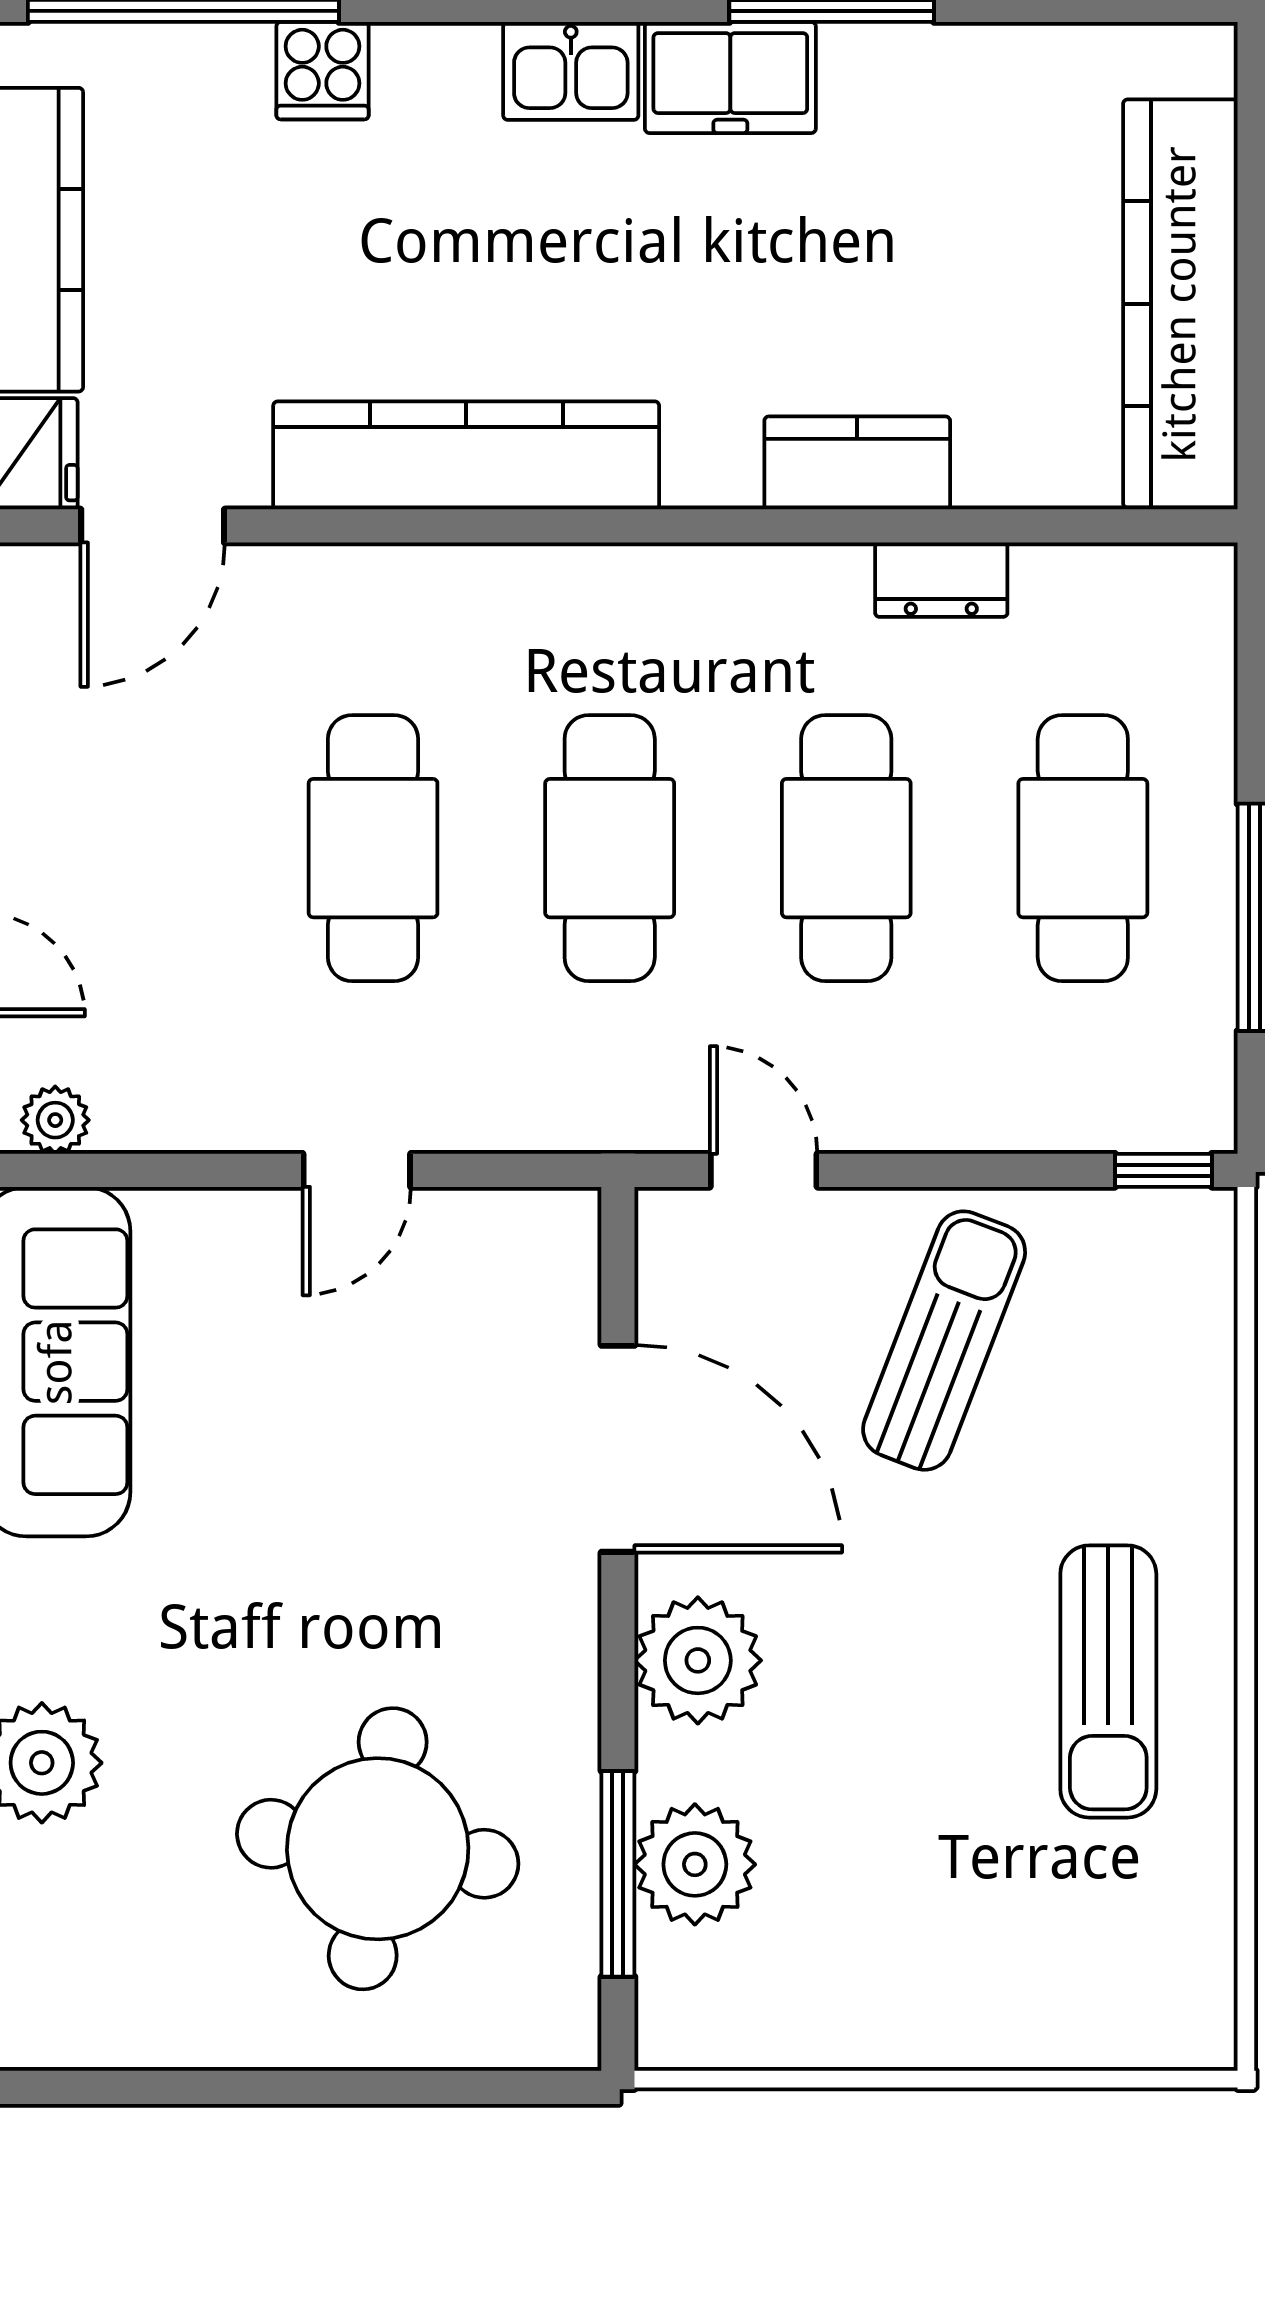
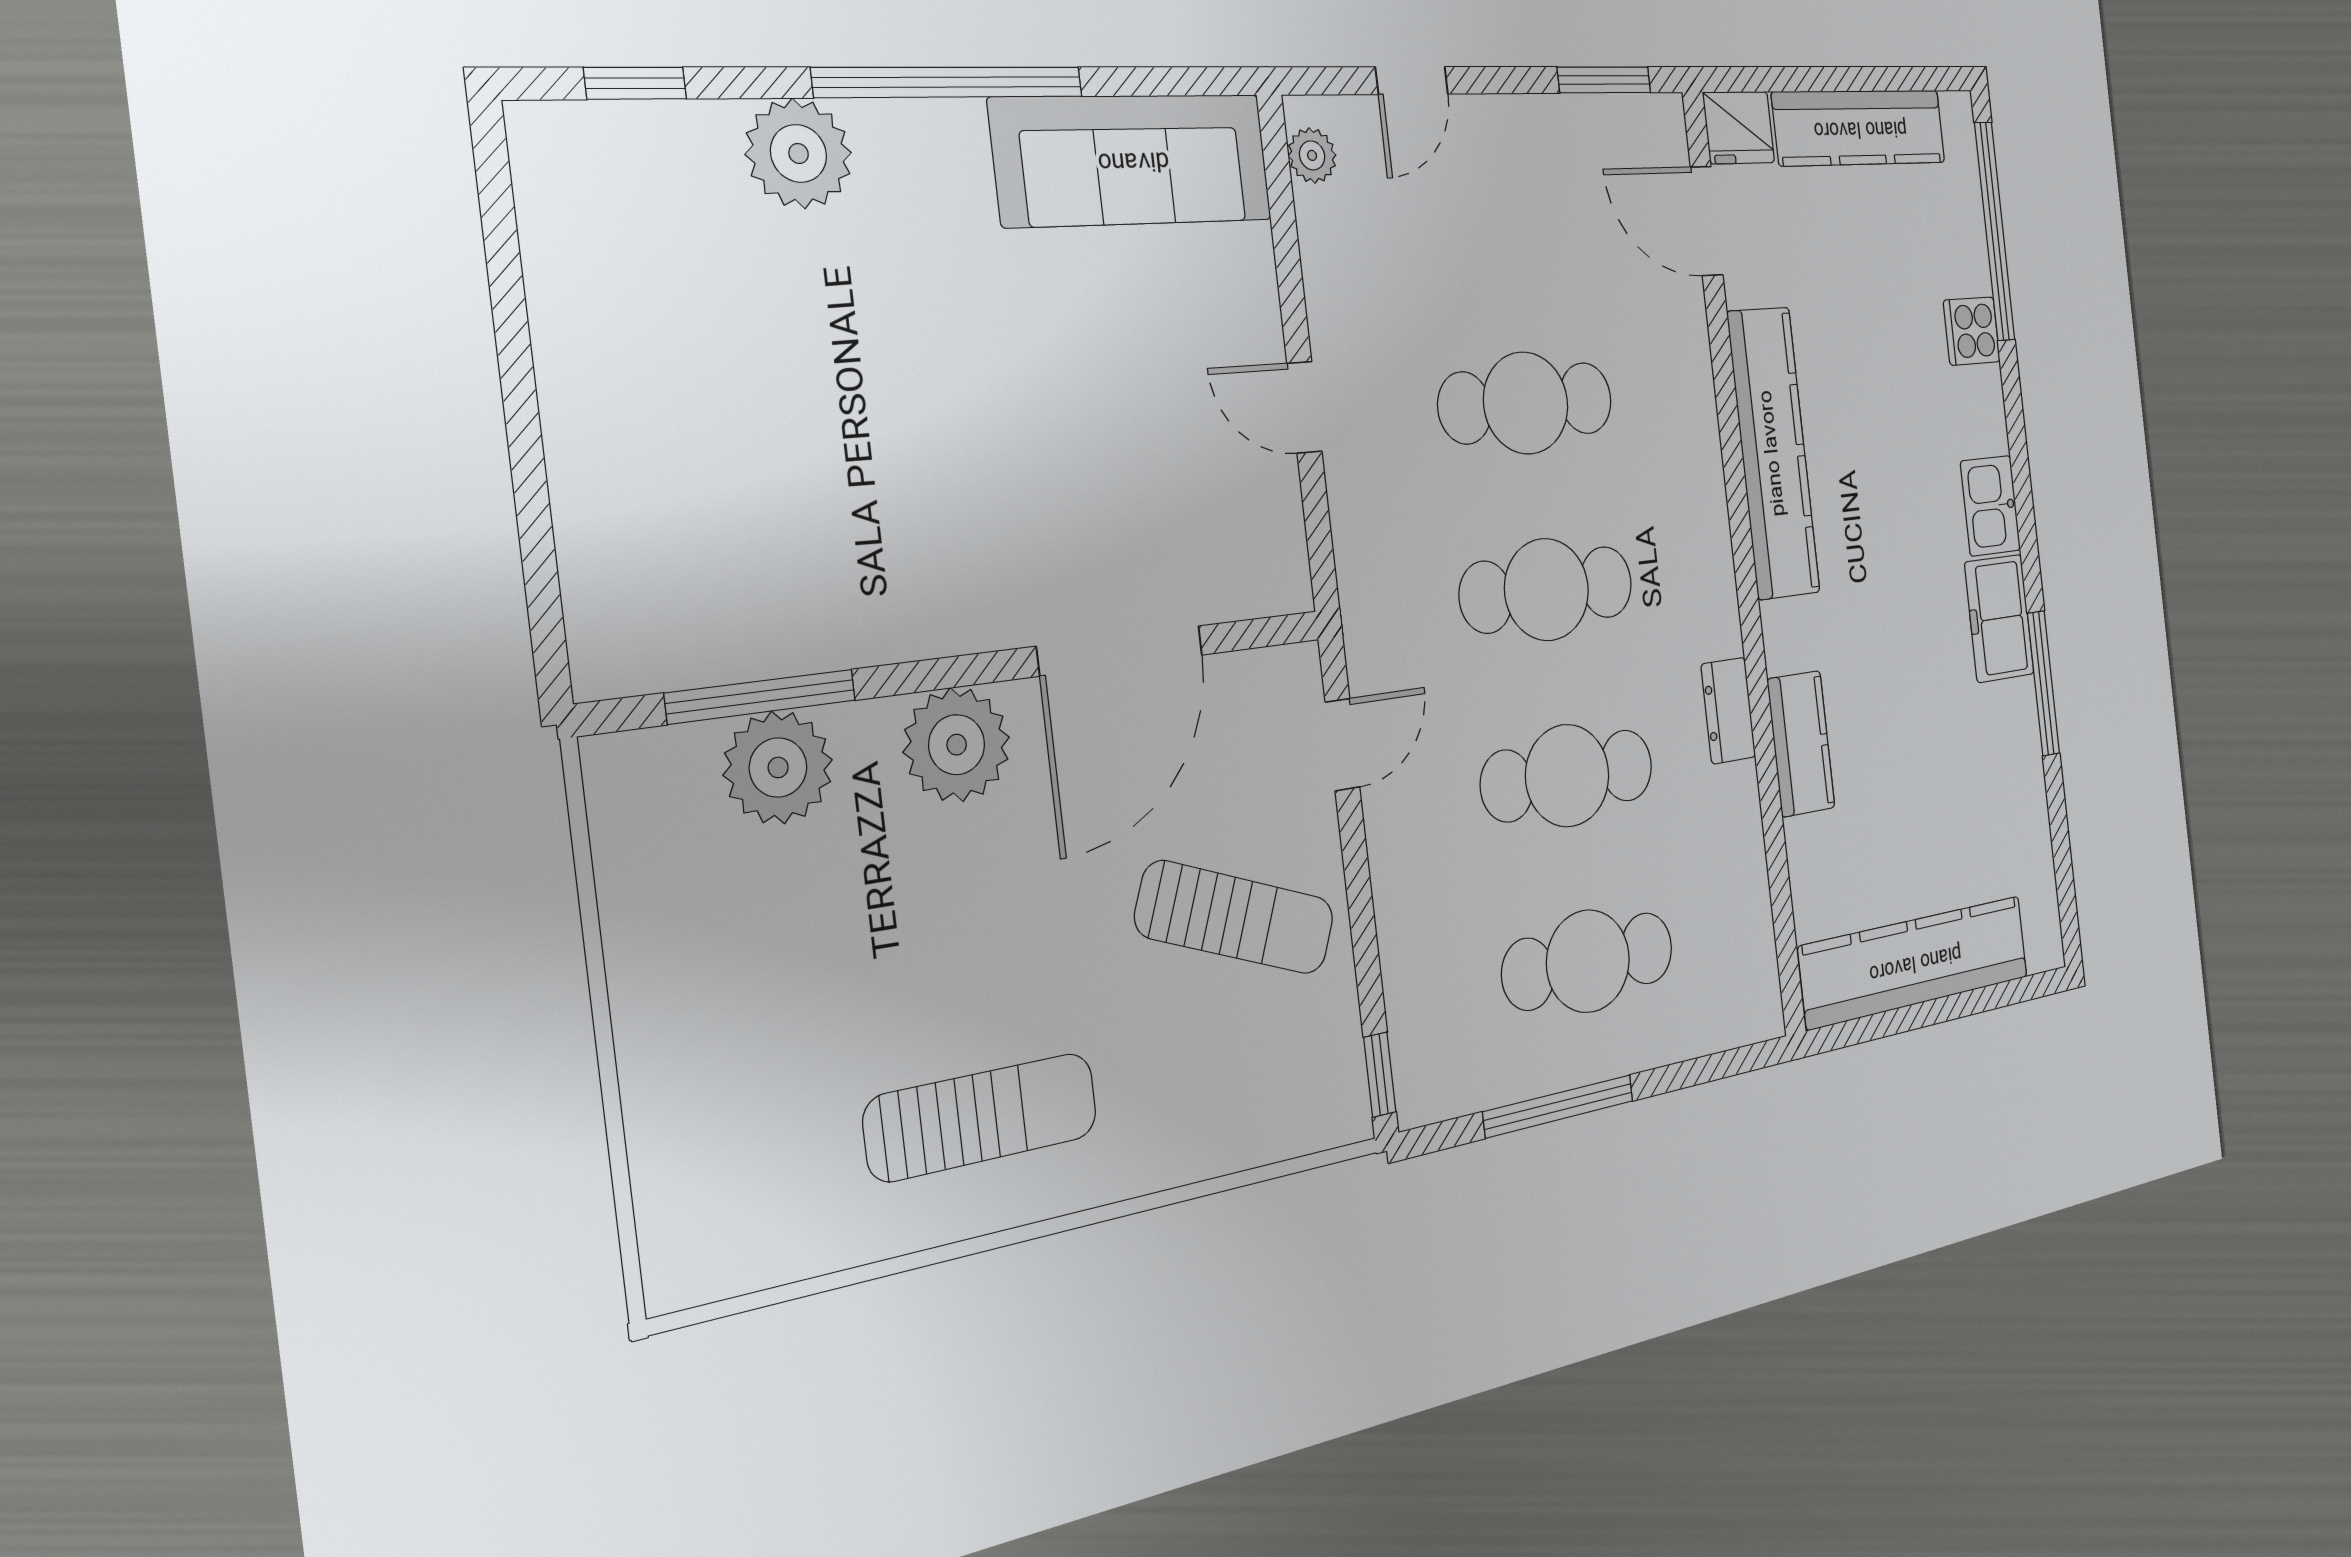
dresser: (941, 580) -> (1728, 711), moved
sun lounger: (1108, 1681) -> (982, 1117), turned 180
round table: (378, 1849) -> (758, 470), removed

